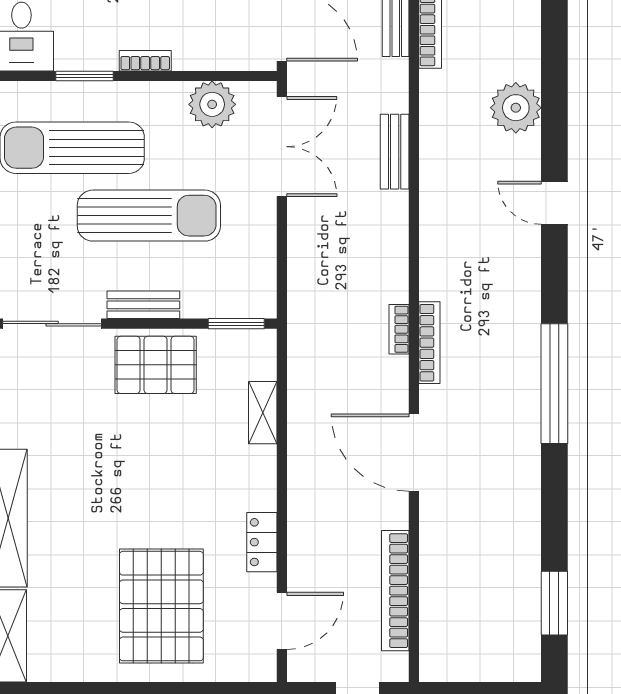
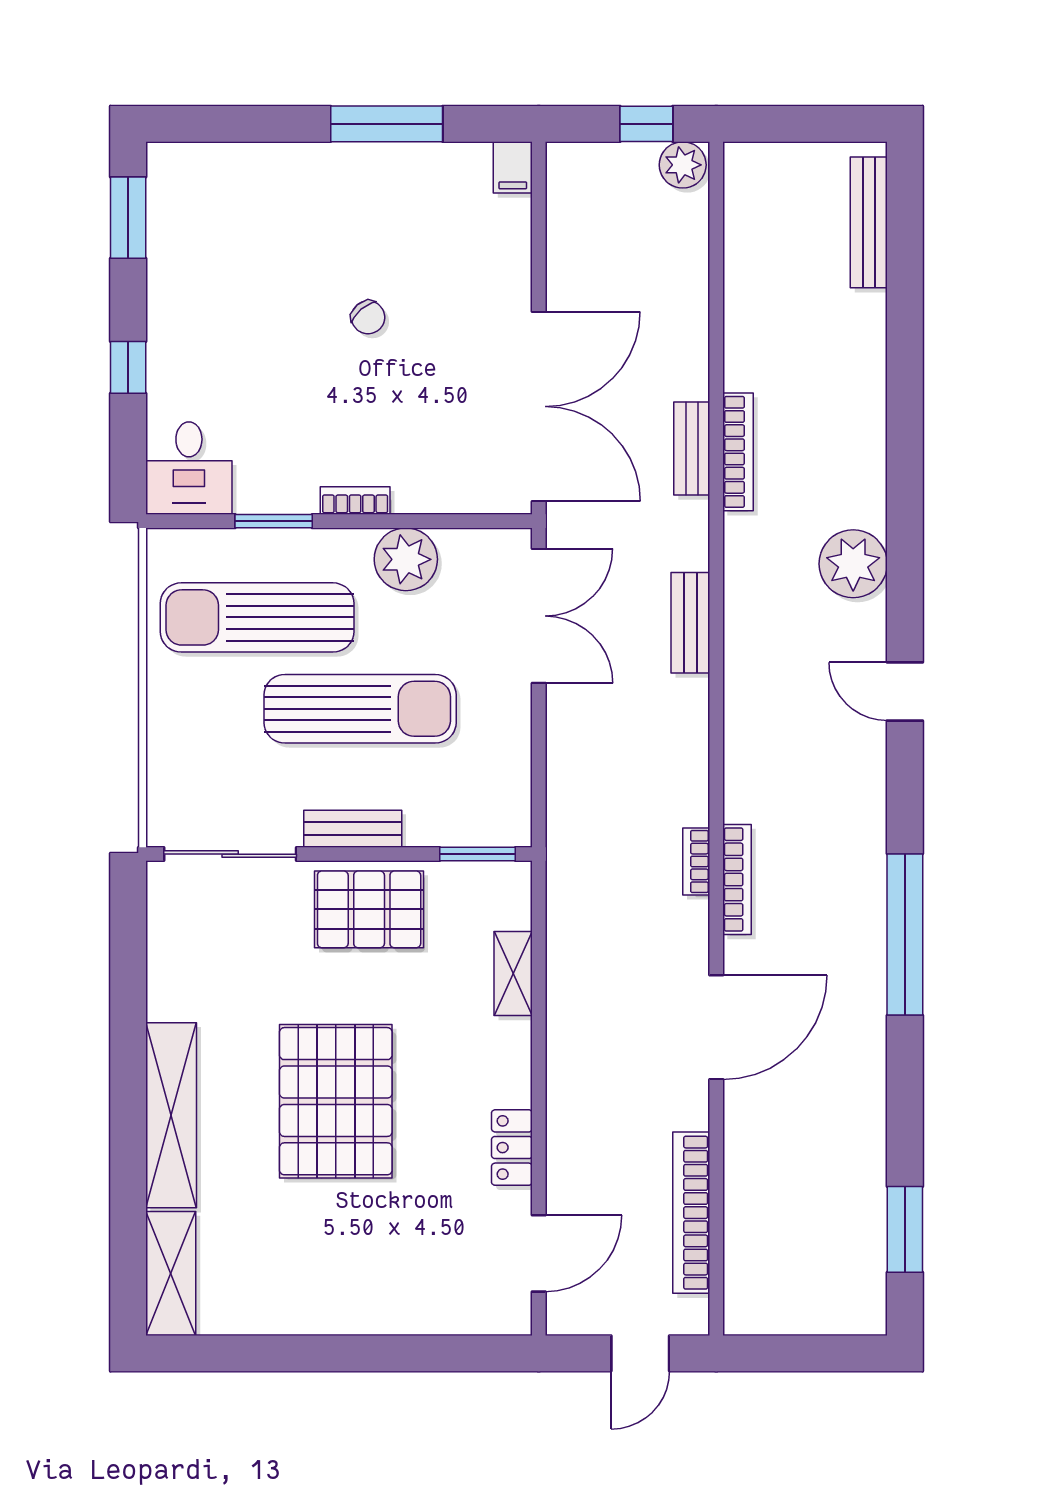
plant: (212, 104) -> (406, 559), moved
door: (414, 453) -> (716, 1027), swing flipped
pallet: (161, 606) -> (336, 1101), moved

